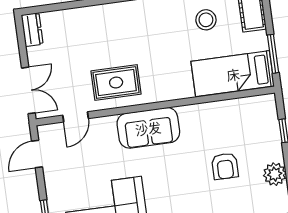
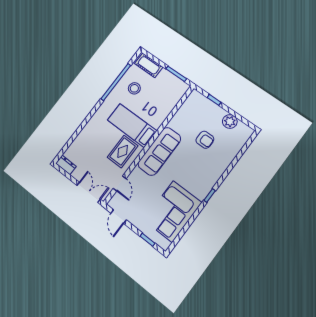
bed: (233, 74) -> (132, 125), moved, turned 90
sofa: (148, 128) -> (159, 151), width x1.36

